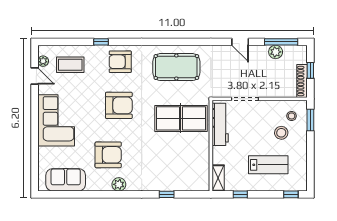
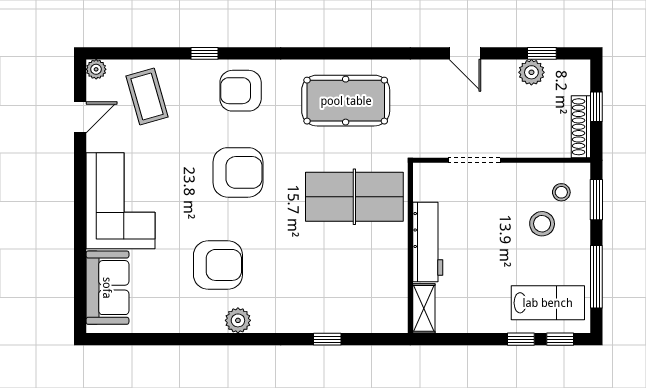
window: (281, 42) -> (542, 53), width x0.46
plant: (43, 61) -> (96, 69), moved
coffee table: (70, 65) -> (147, 96), turned 74
door: (35, 76) -> (80, 117), hinge flipped
workbench: (220, 124) -> (428, 242), moved
window: (310, 161) -> (596, 277), added
lab bench: (268, 165) -> (548, 303), moved
sofa: (66, 180) -> (107, 288), moved, turned 90
window: (240, 194) -> (521, 339), moved

